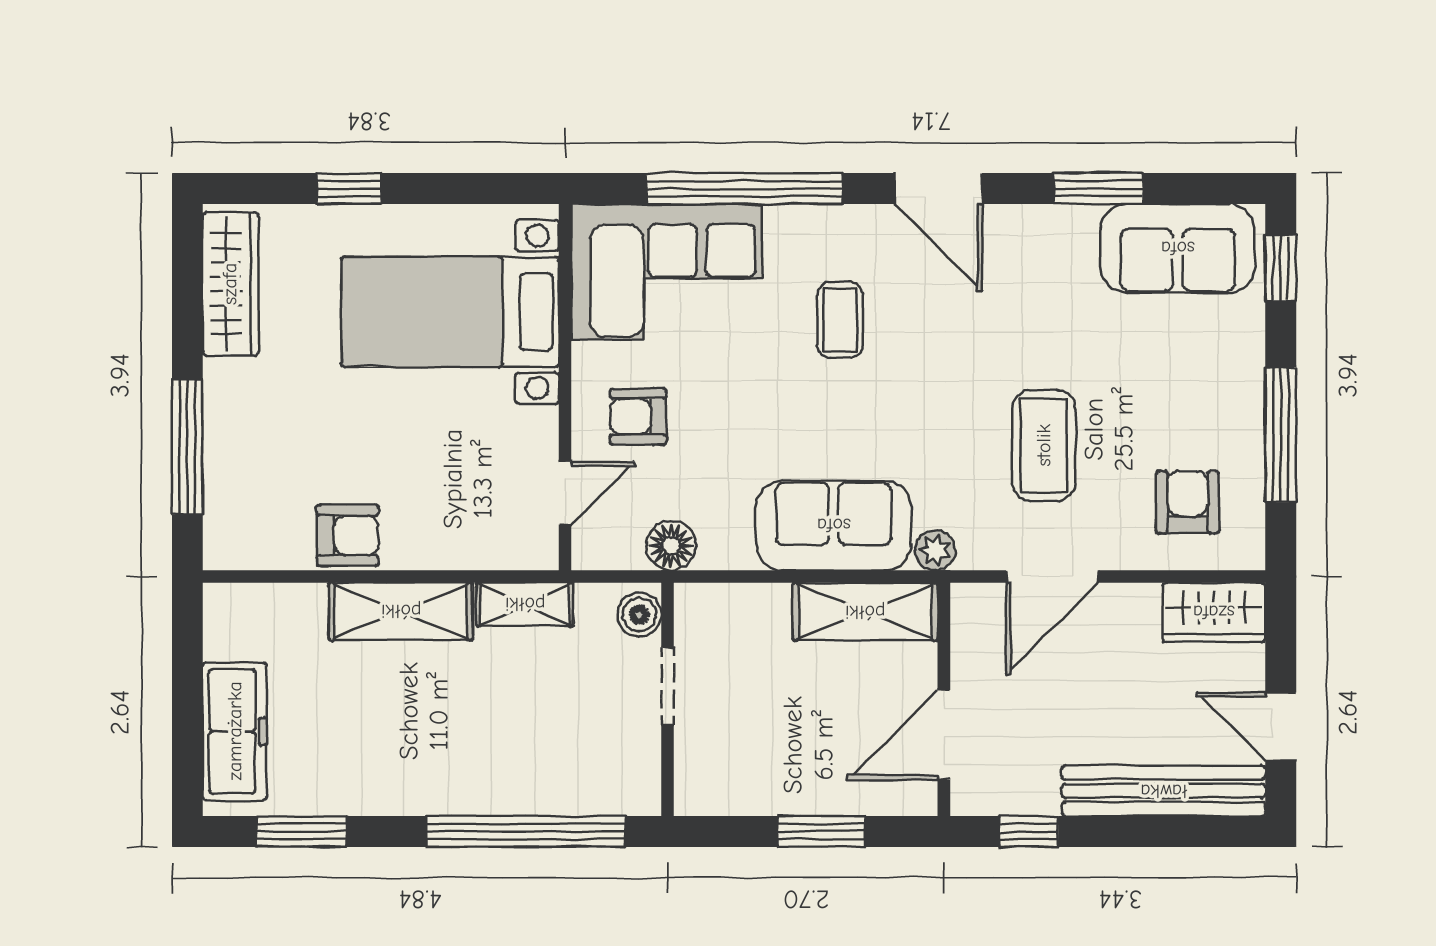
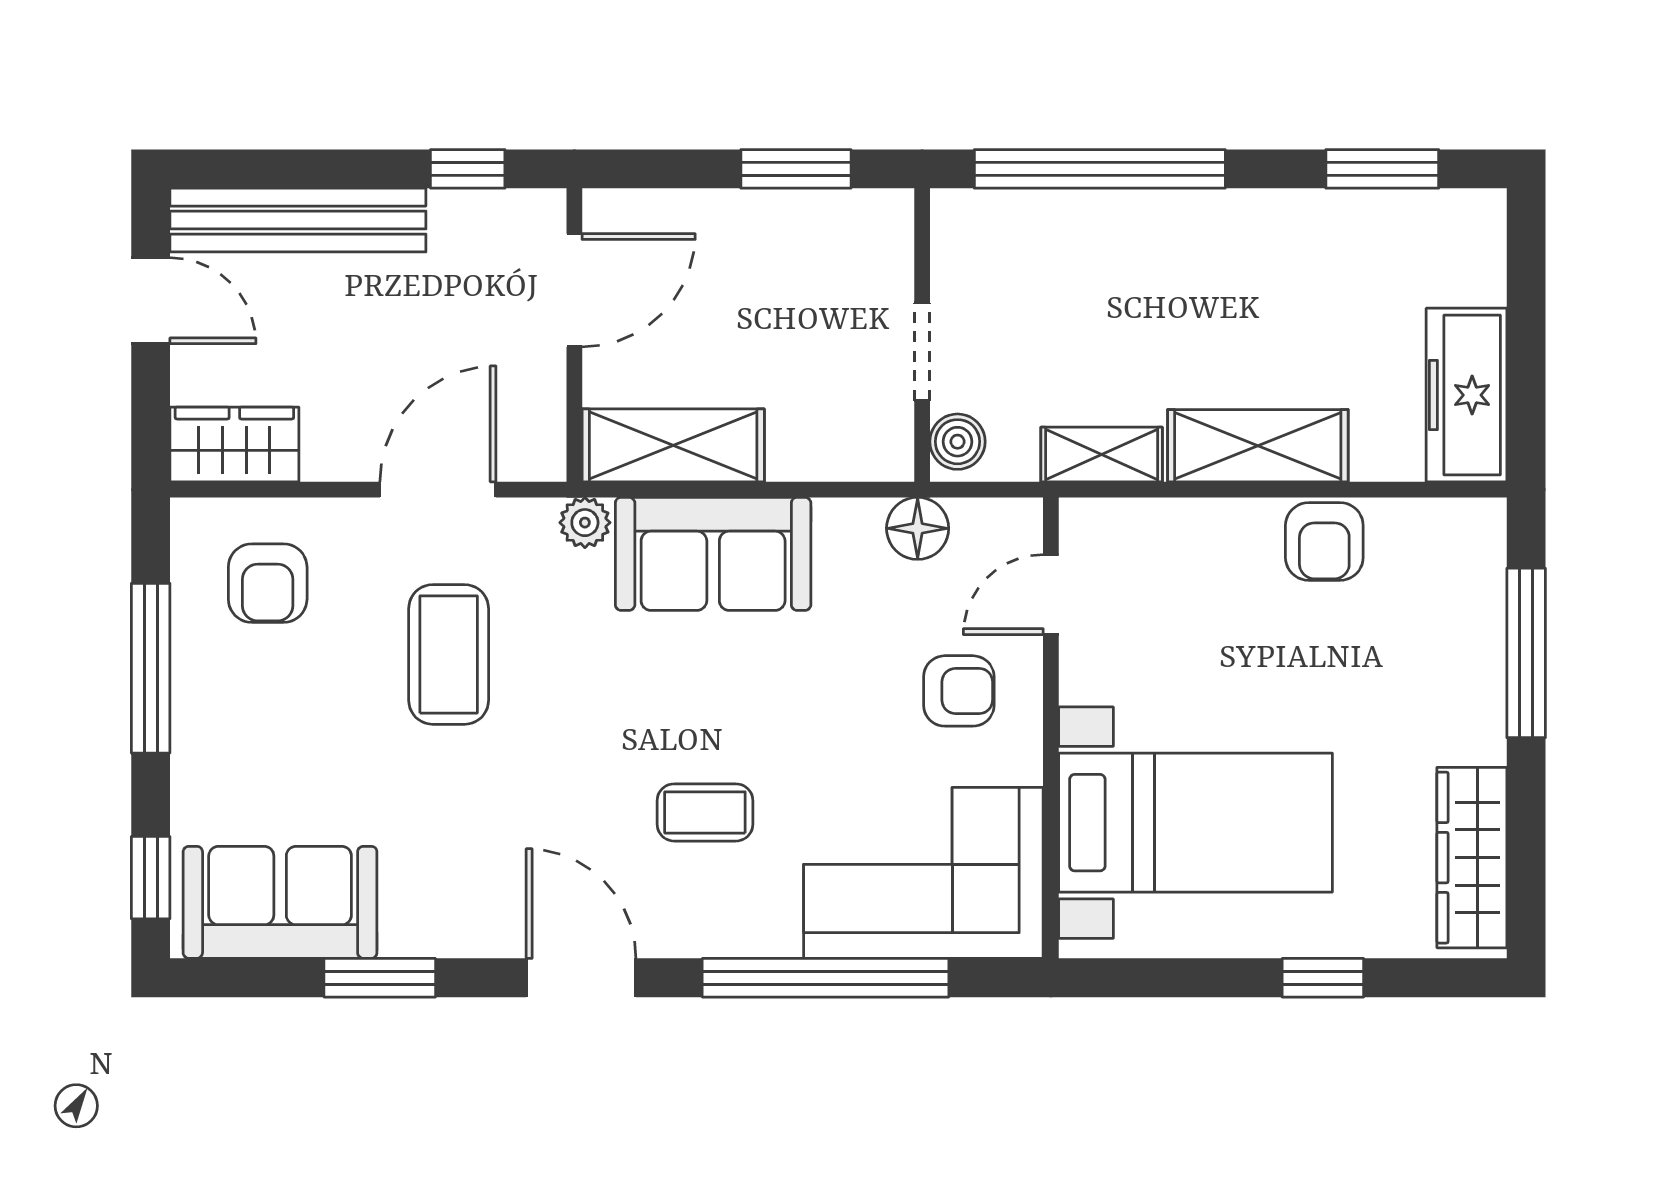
coffee table: (840, 320) -> (705, 812), turned 90
armchair: (348, 535) -> (1324, 541), turned -90
freezer: (235, 731) -> (1466, 395), moved
window: (821, 831) -> (796, 169), moved

